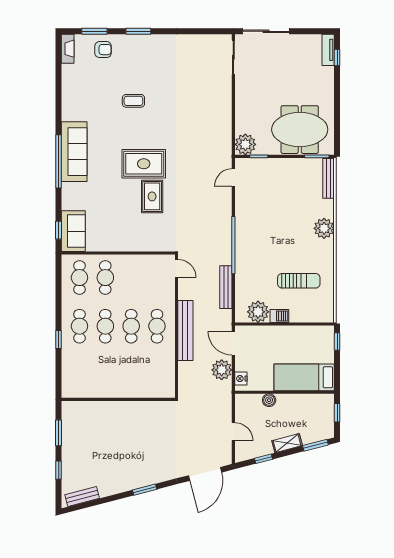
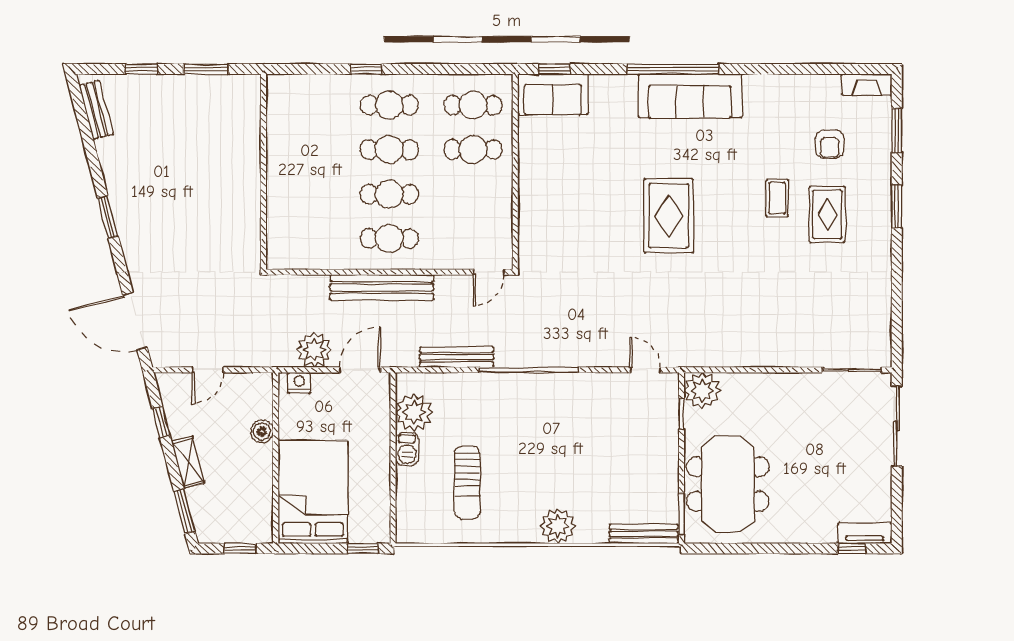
armchair: (103, 50) -> (830, 144), moved
rug: (152, 196) -> (827, 214), moved, turned 90
bed: (304, 377) -> (313, 492), width x1.50

